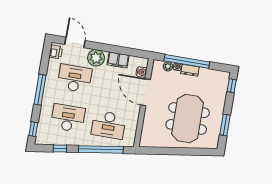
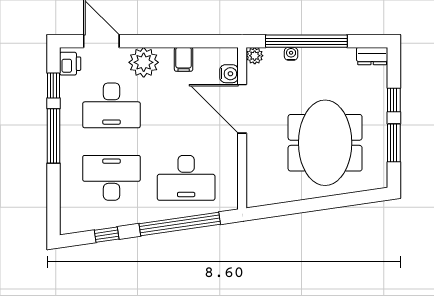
filing cabinet: (118, 60) -> (184, 59), width x0.50
plant: (168, 66) -> (255, 56), moved
dresser: (190, 70) -> (372, 56), moved
desk: (75, 78) -> (112, 105), turned 180
window: (232, 86) -> (394, 100), moved
window: (33, 129) -> (53, 85), moved

